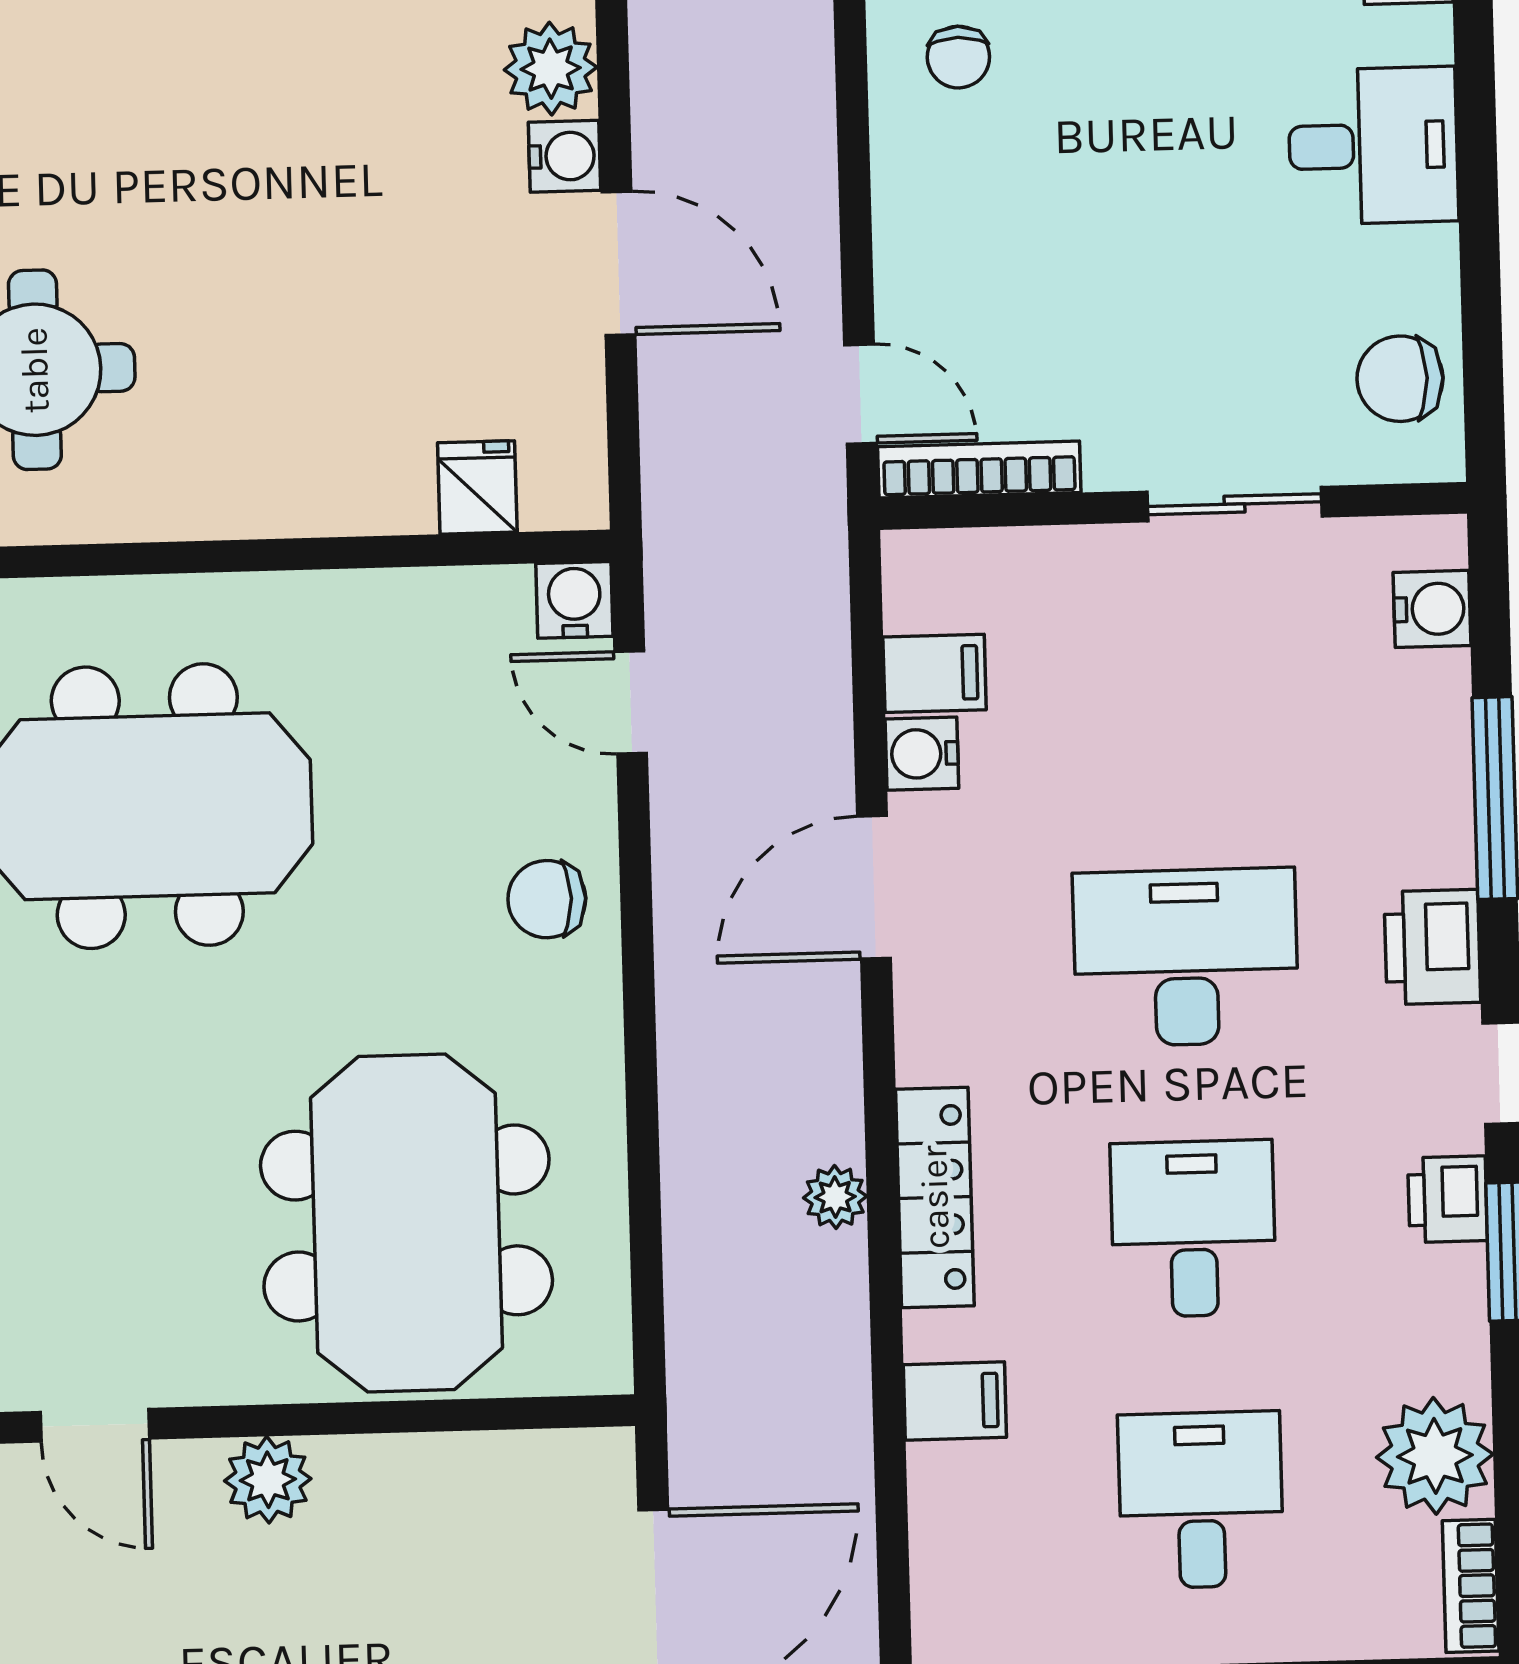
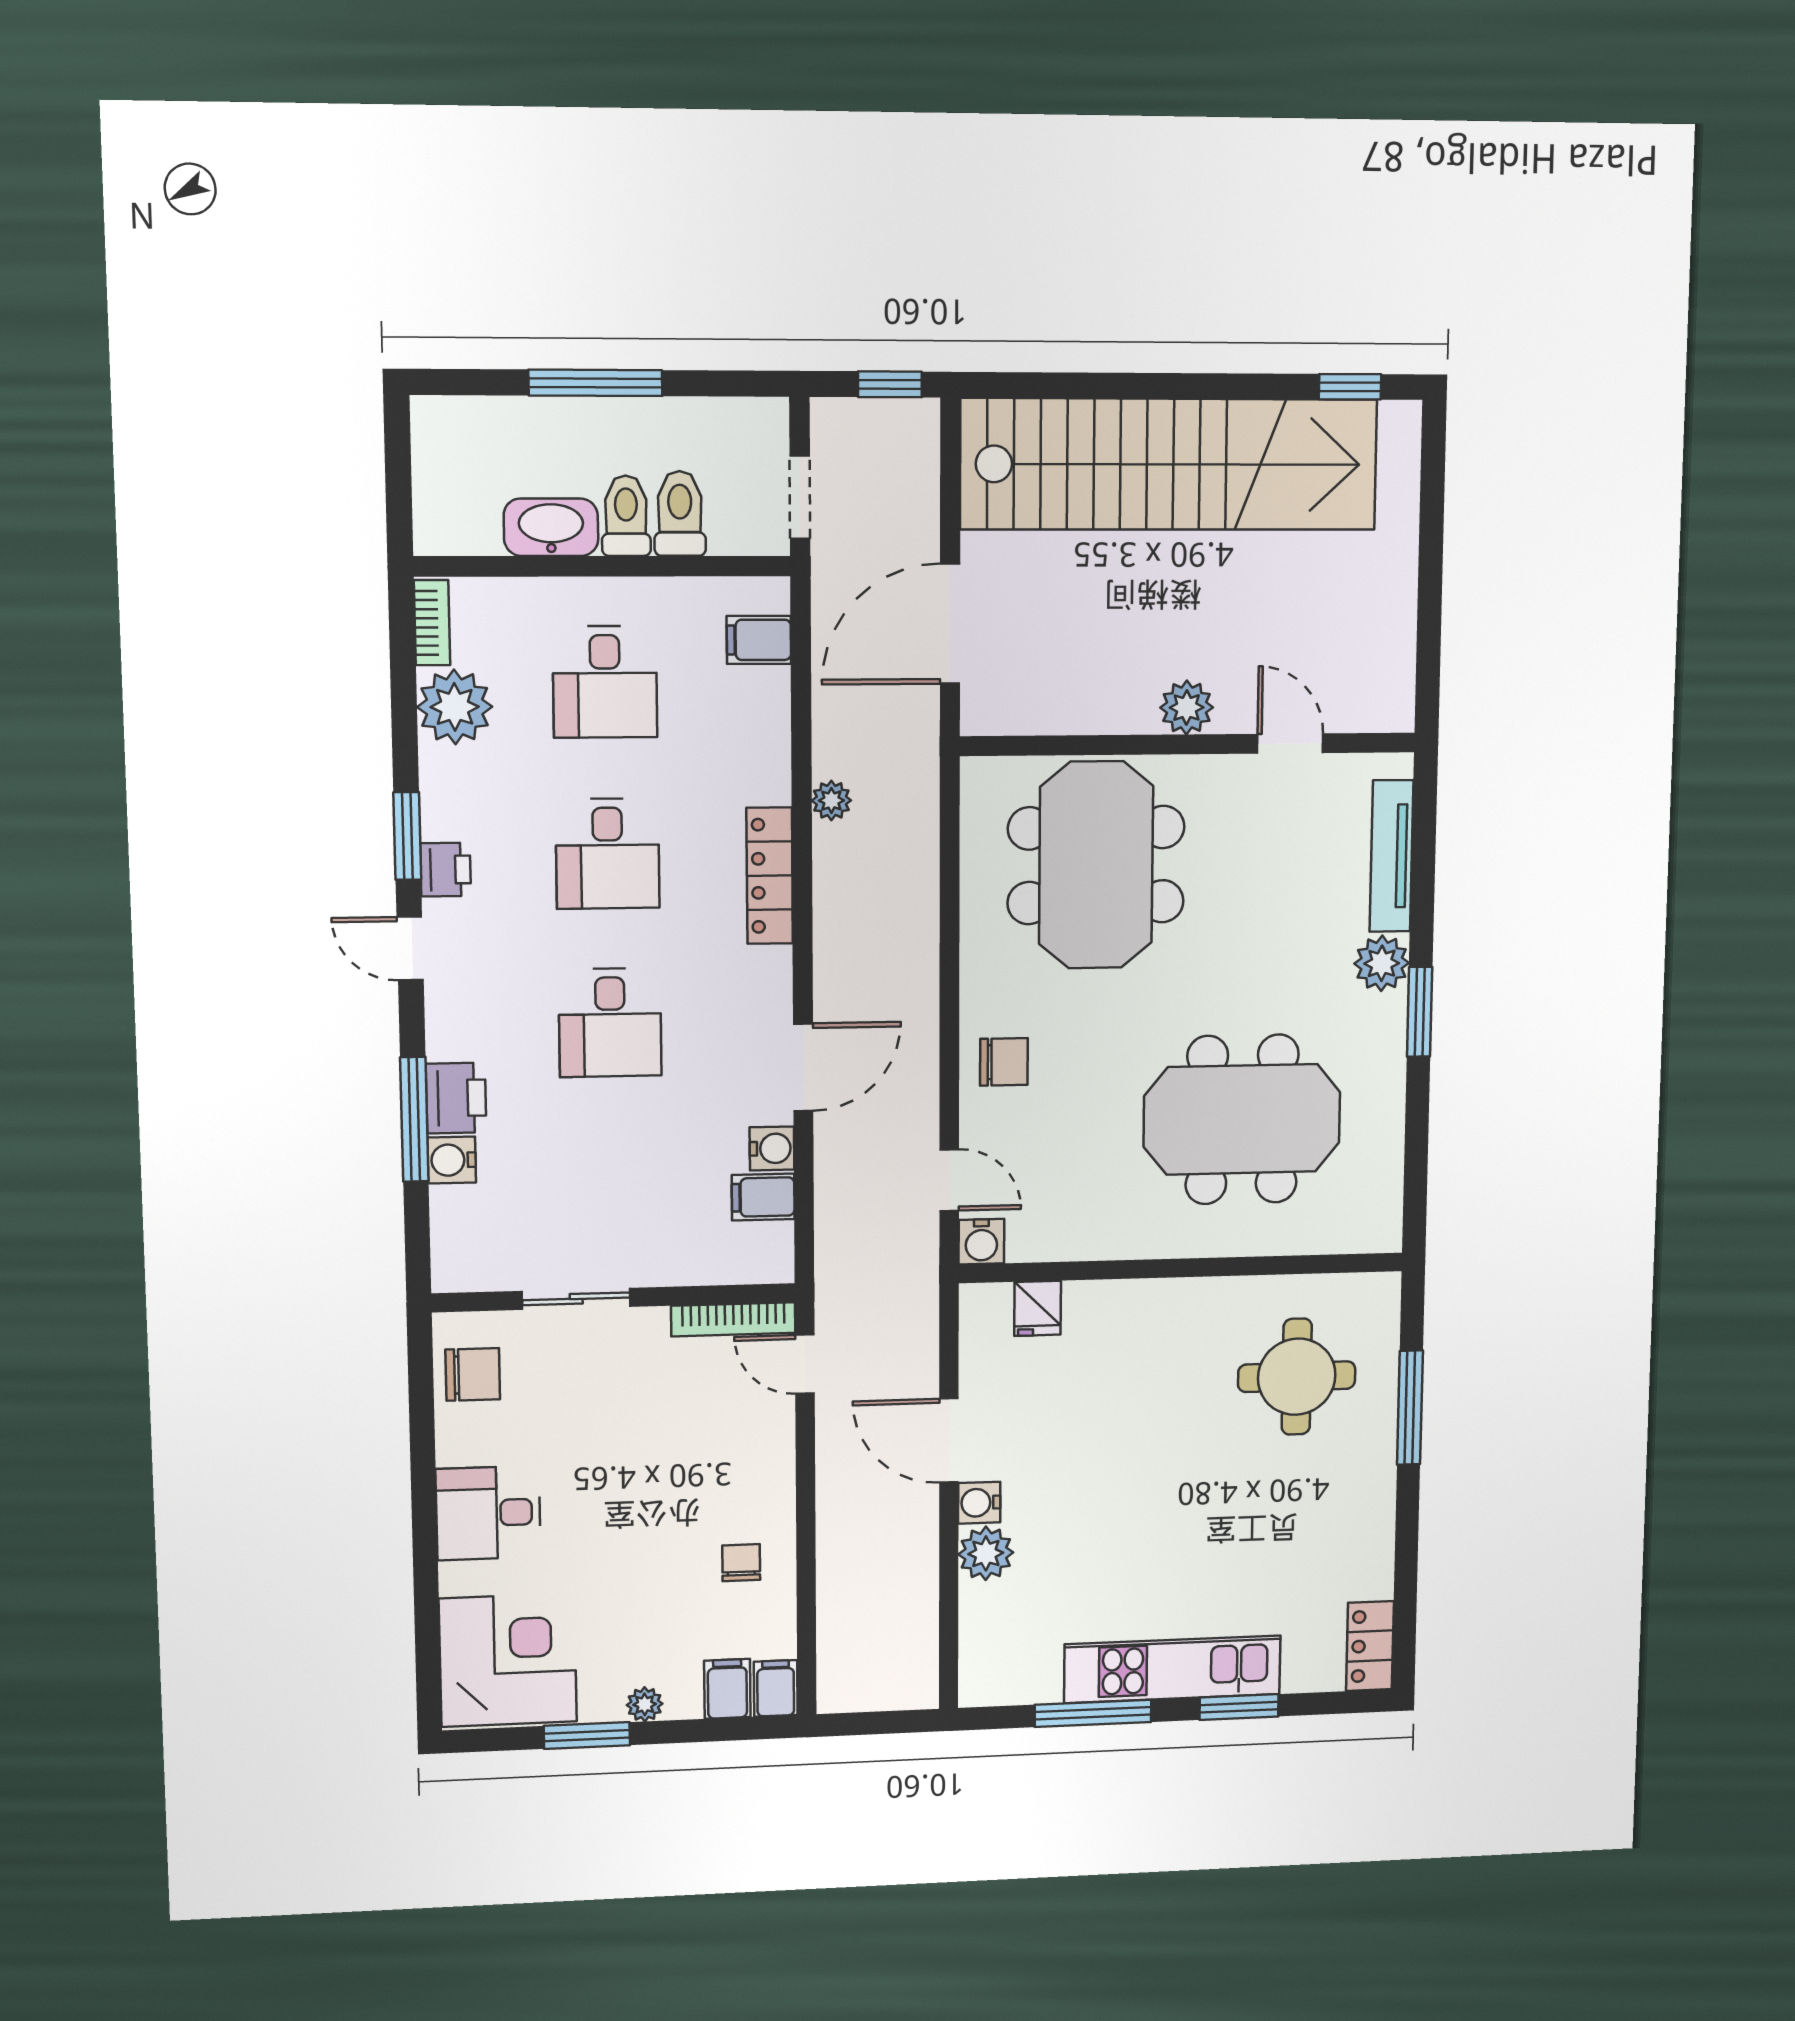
water cooler: (1432, 609) -> (452, 1160), moved
printer: (1432, 947) -> (456, 1098), moved
desk: (1186, 957) -> (610, 1023), width x0.73
plant: (835, 1197) -> (831, 800), moved
filing cabinet: (955, 1401) -> (759, 640), moved

